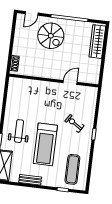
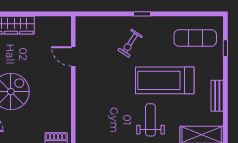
weight bench: (19, 131) -> (150, 120), turned 90
treadmill: (45, 144) -> (165, 80), turned 180

